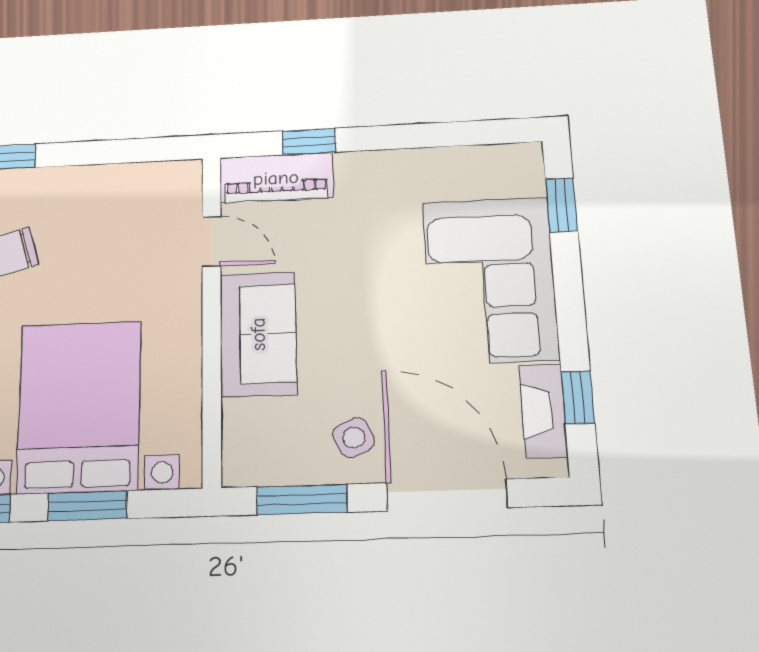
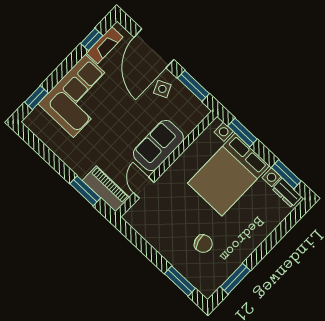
window: (309, 142) -> (85, 191), width x1.50
window: (87, 506) -> (242, 133), moved

